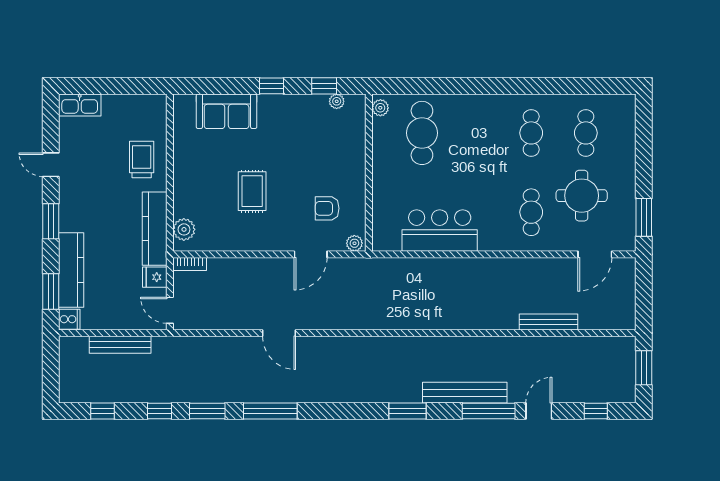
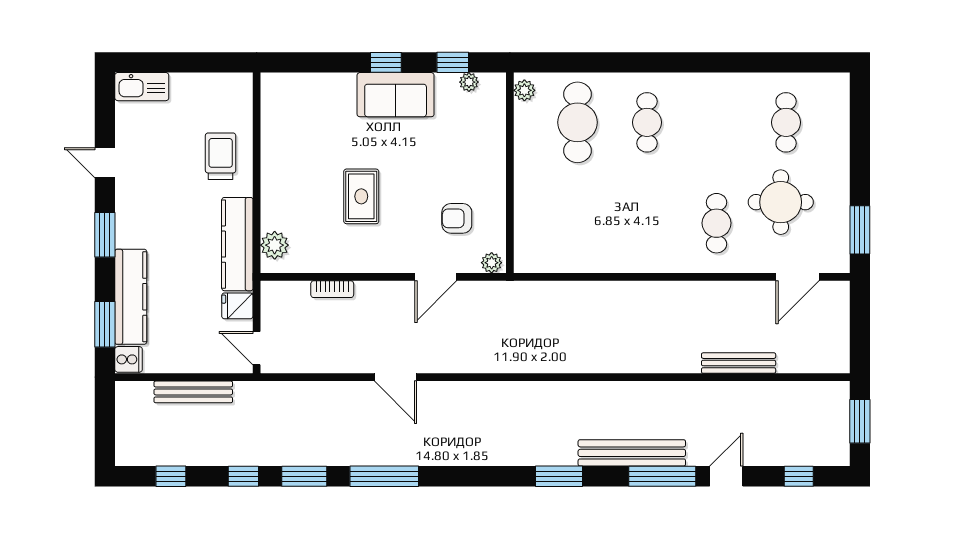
sofa: (227, 111) -> (396, 95), moved
cafe table: (531, 133) -> (647, 122), moved
bar counter: (440, 231) -> (600, 247), removed
bookcase: (190, 264) -> (332, 289), moved

